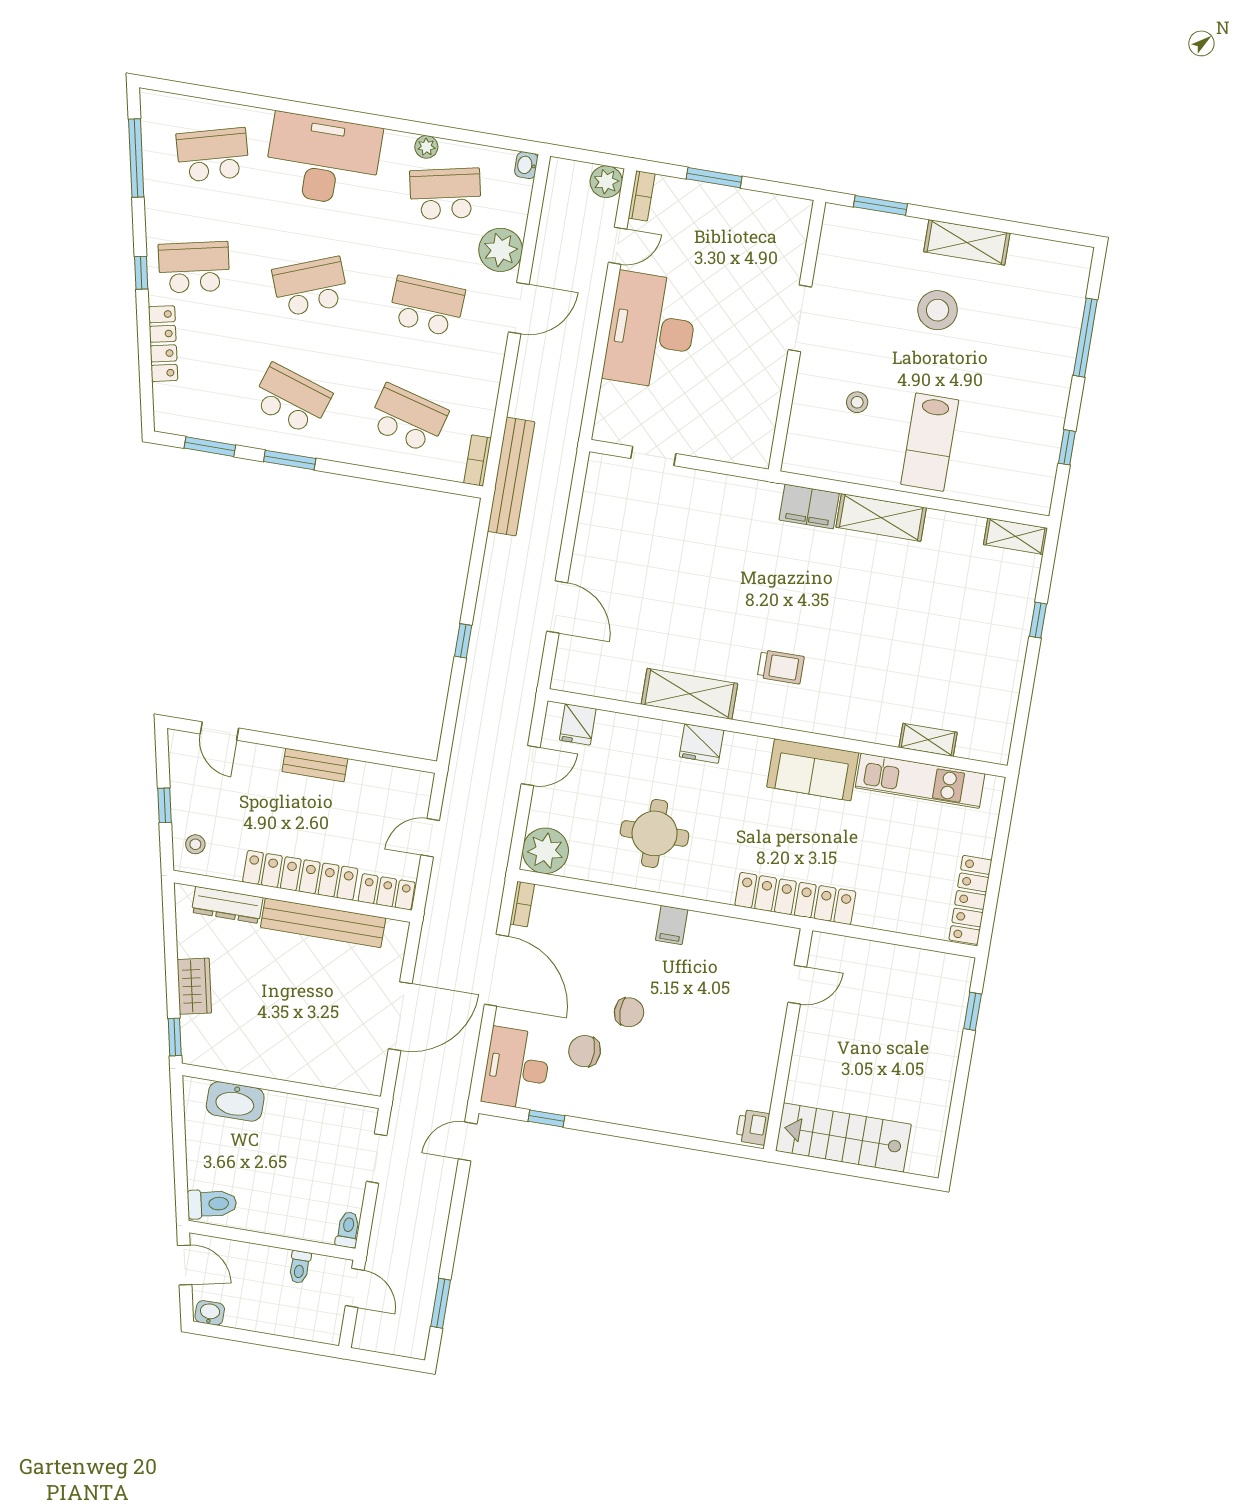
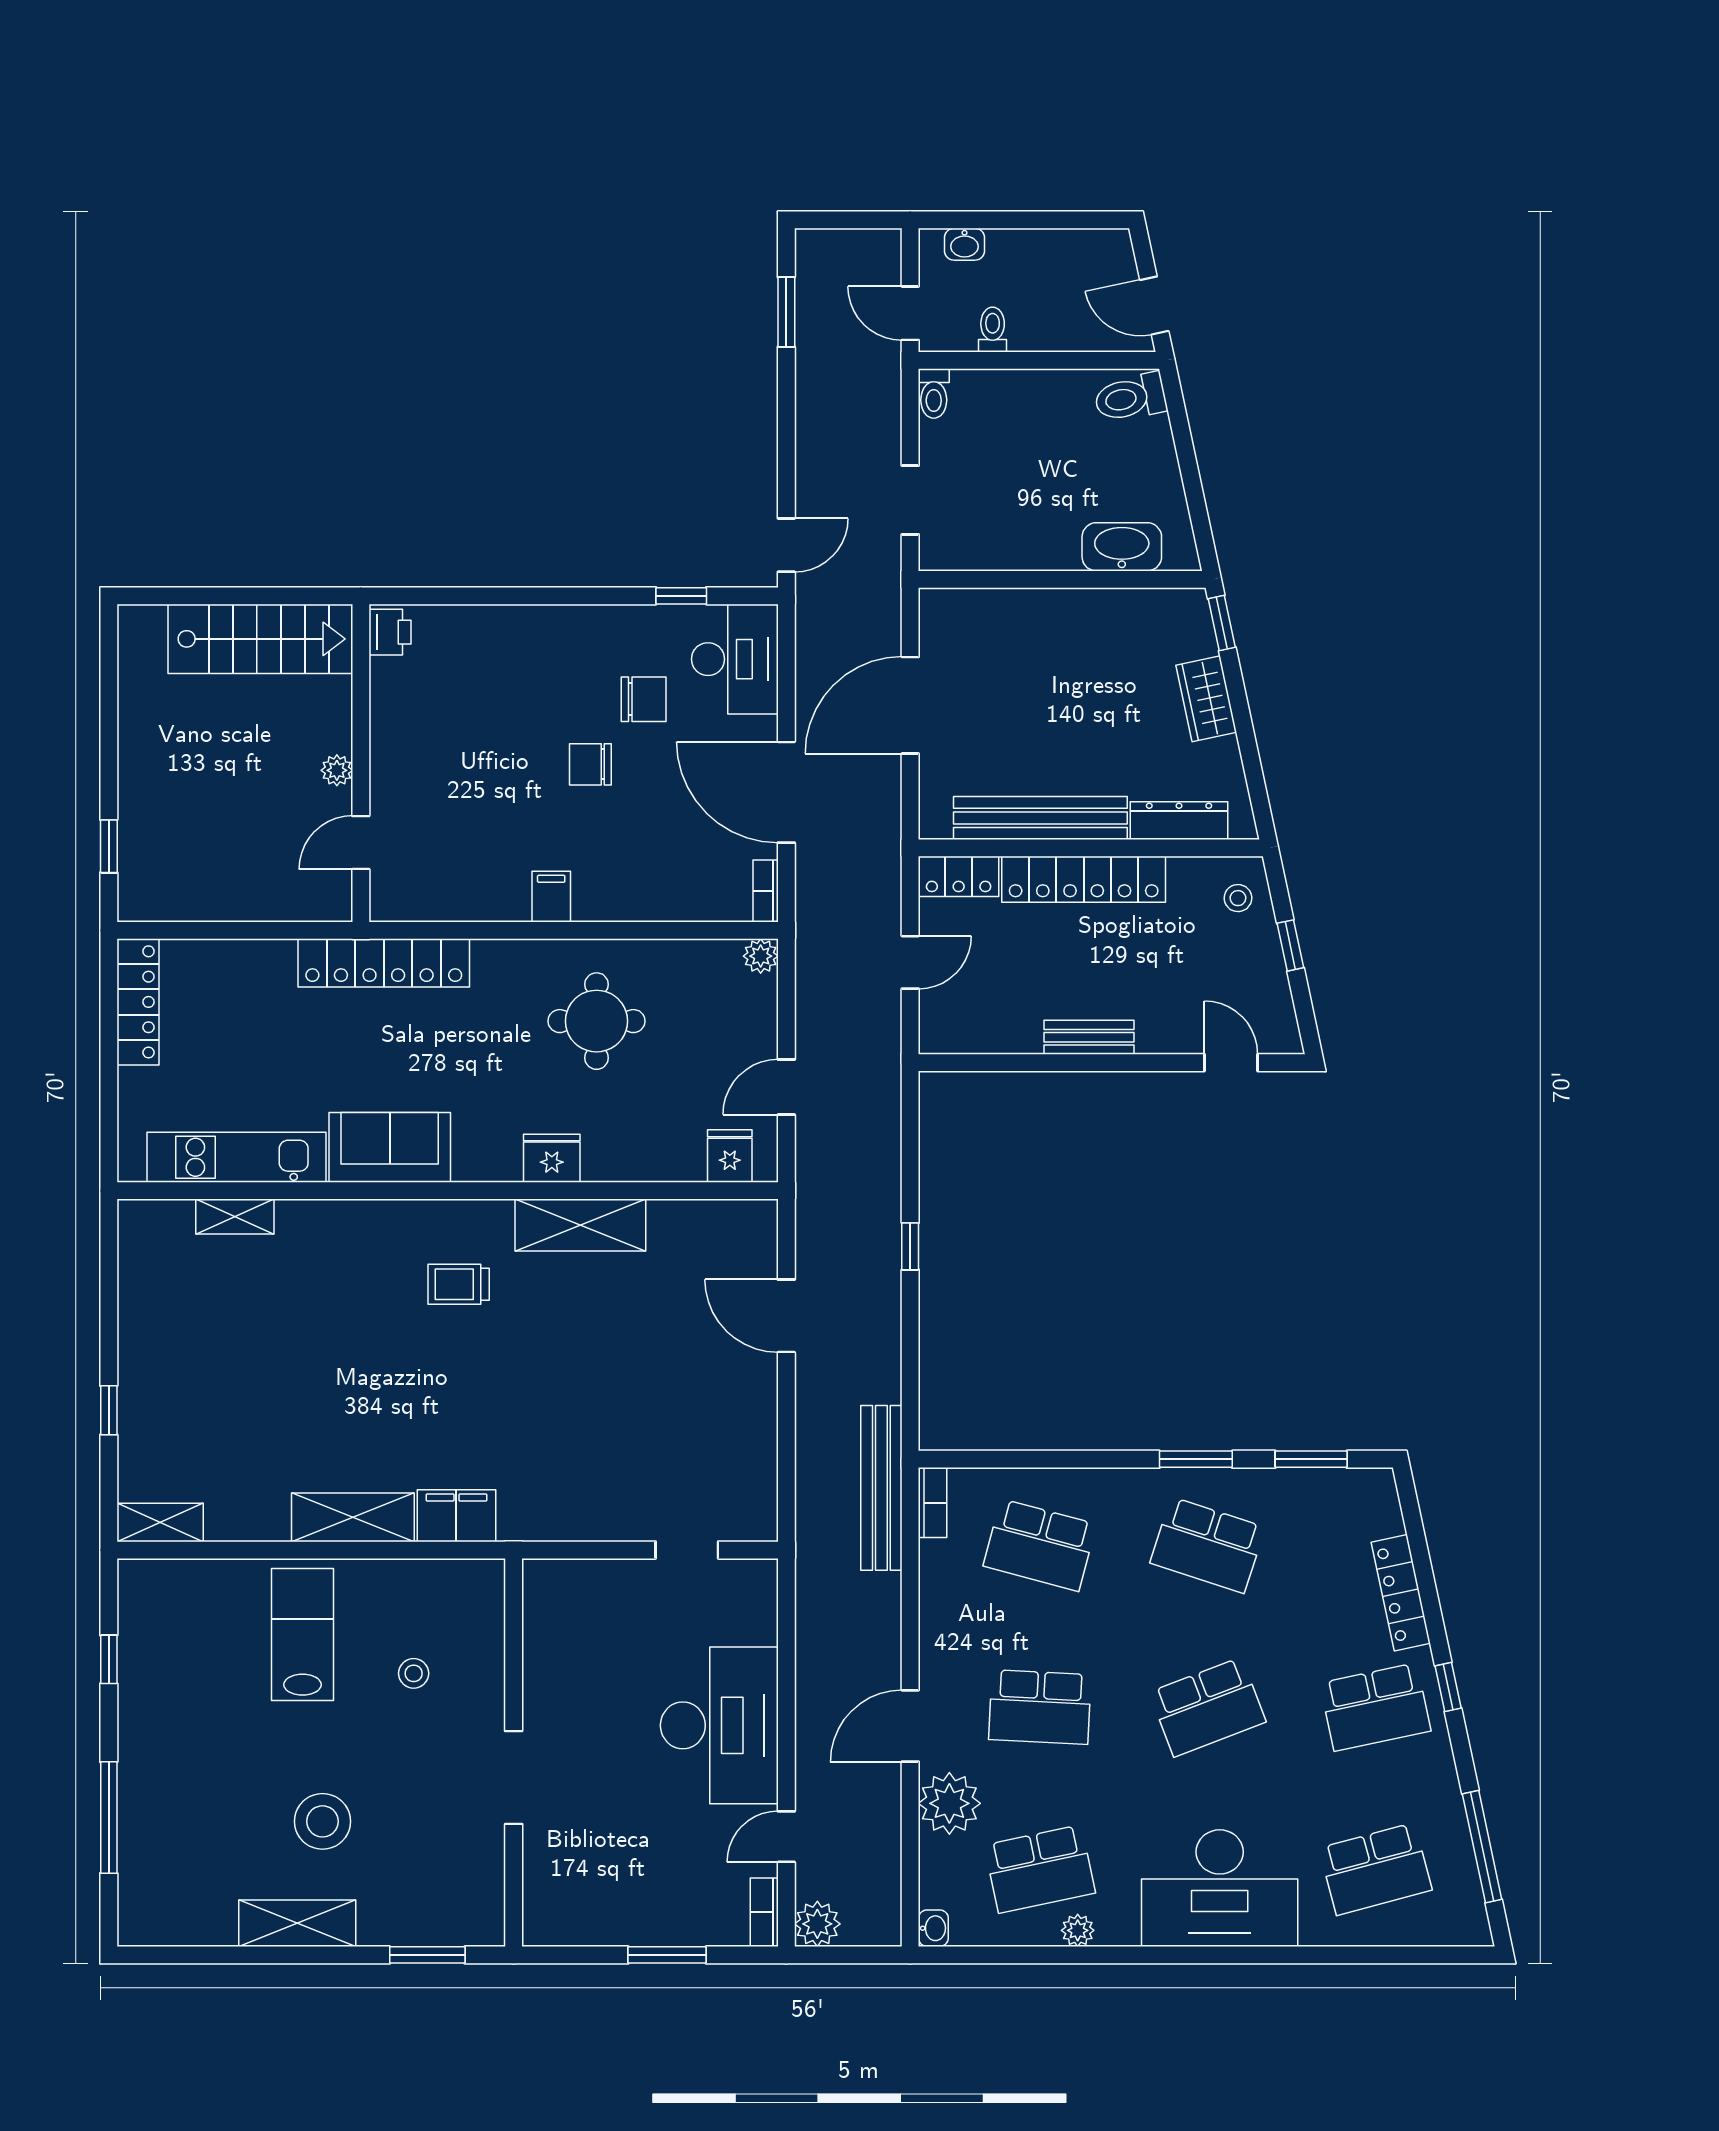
plant: (545, 851) -> (761, 956), width x0.53, depth x0.53
plant: (806, 1038) -> (337, 770), added
washbasin: (210, 1313) -> (964, 244), moved

